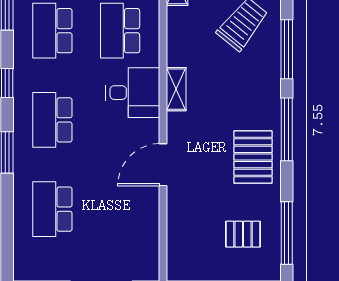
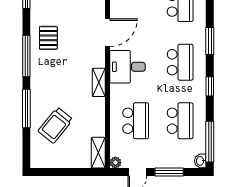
desk: (133, 93) -> (127, 67), moved
pallet: (253, 157) -> (48, 38), width x0.67, depth x0.71

